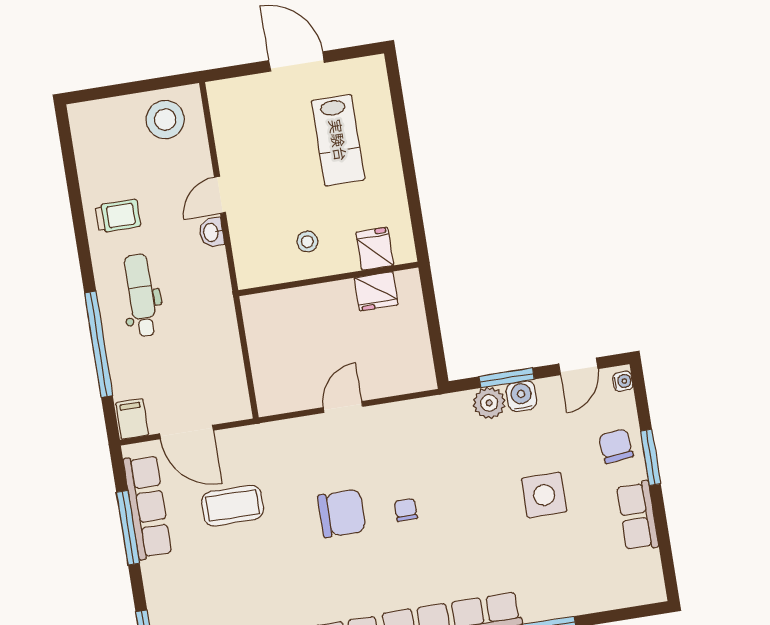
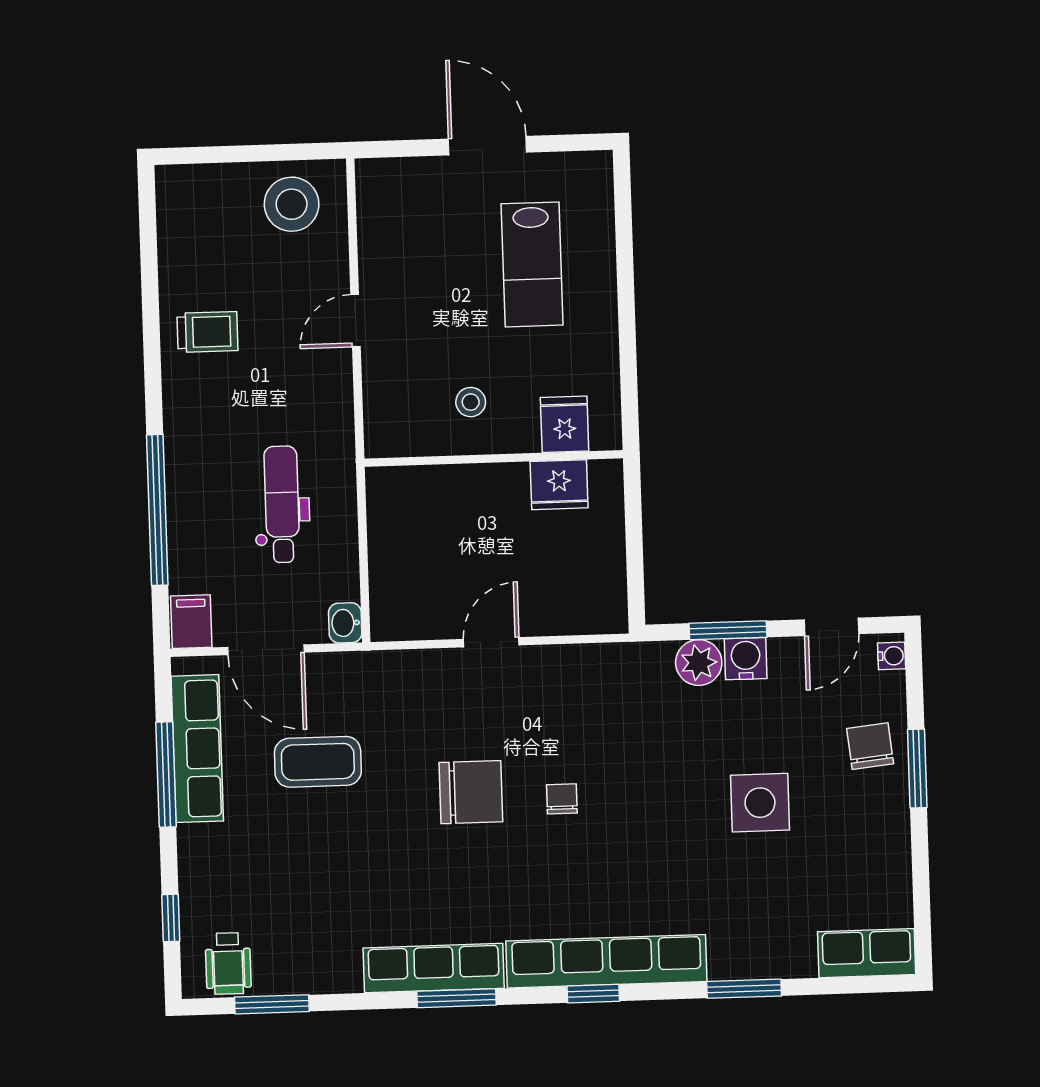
washbasin: (212, 232) -> (345, 623), moved
dental chair: (141, 295) -> (282, 504), moved
row of seats: (638, 516) -> (867, 953), moved, turned 90

